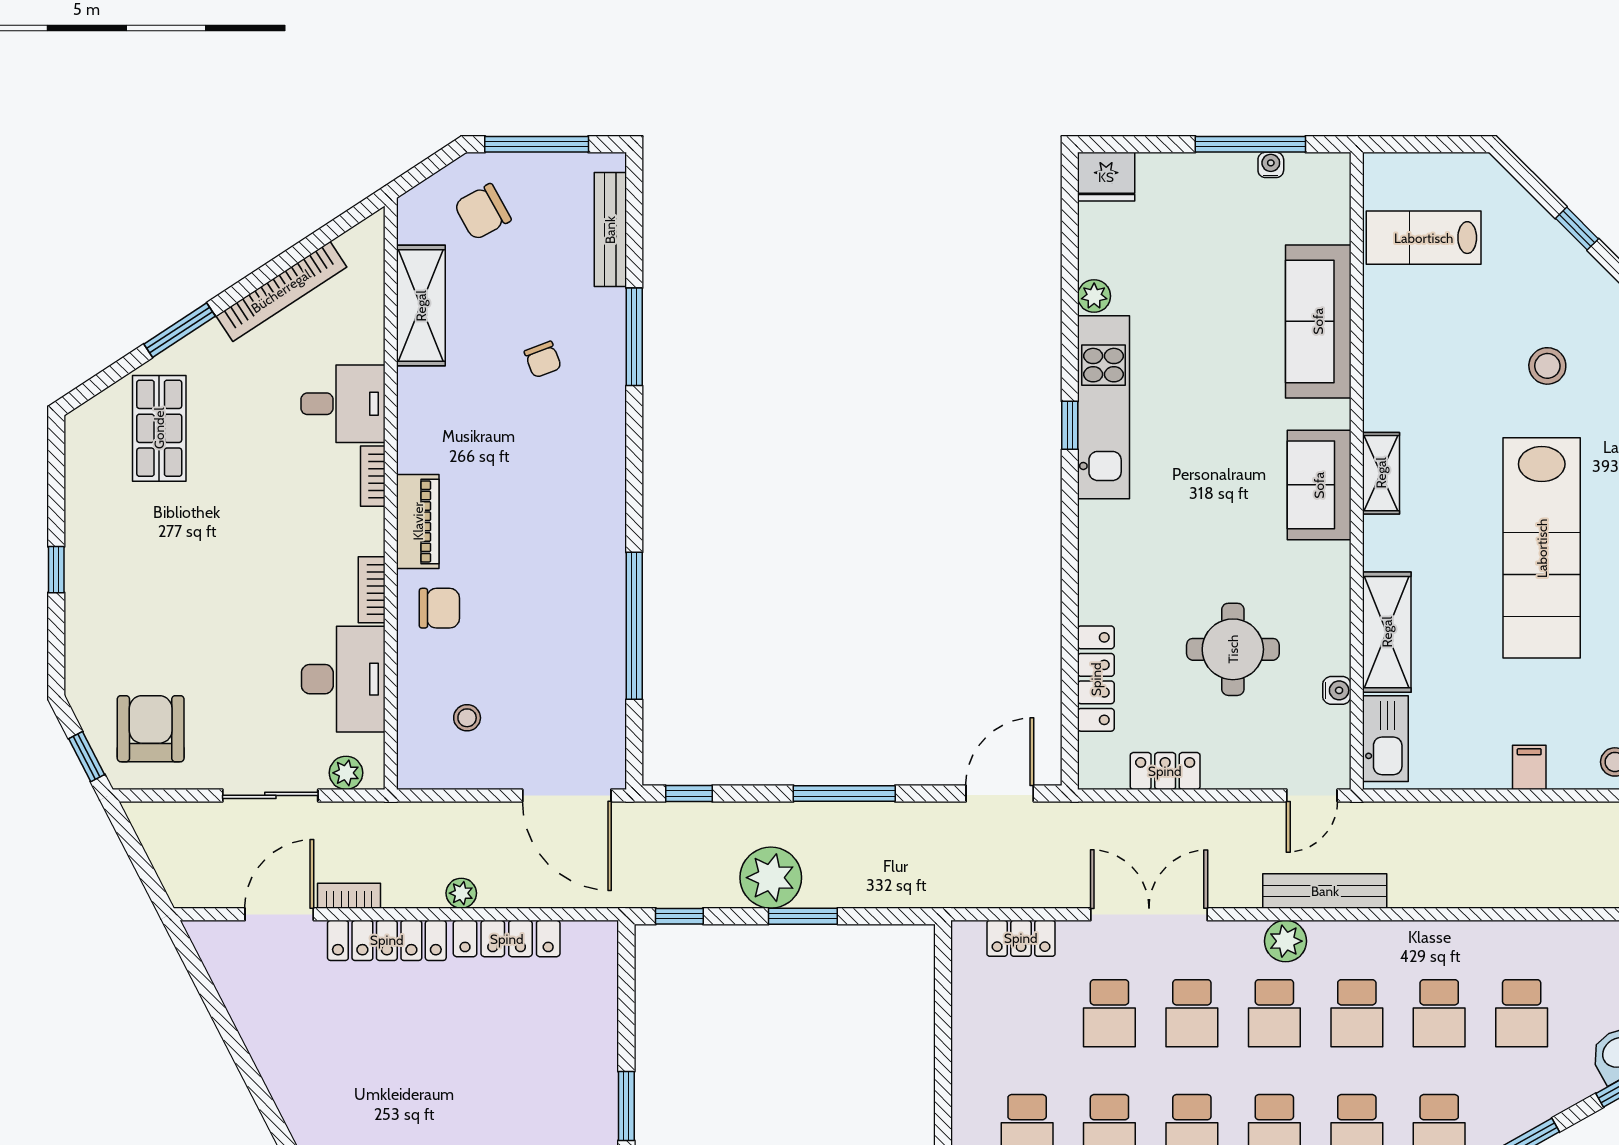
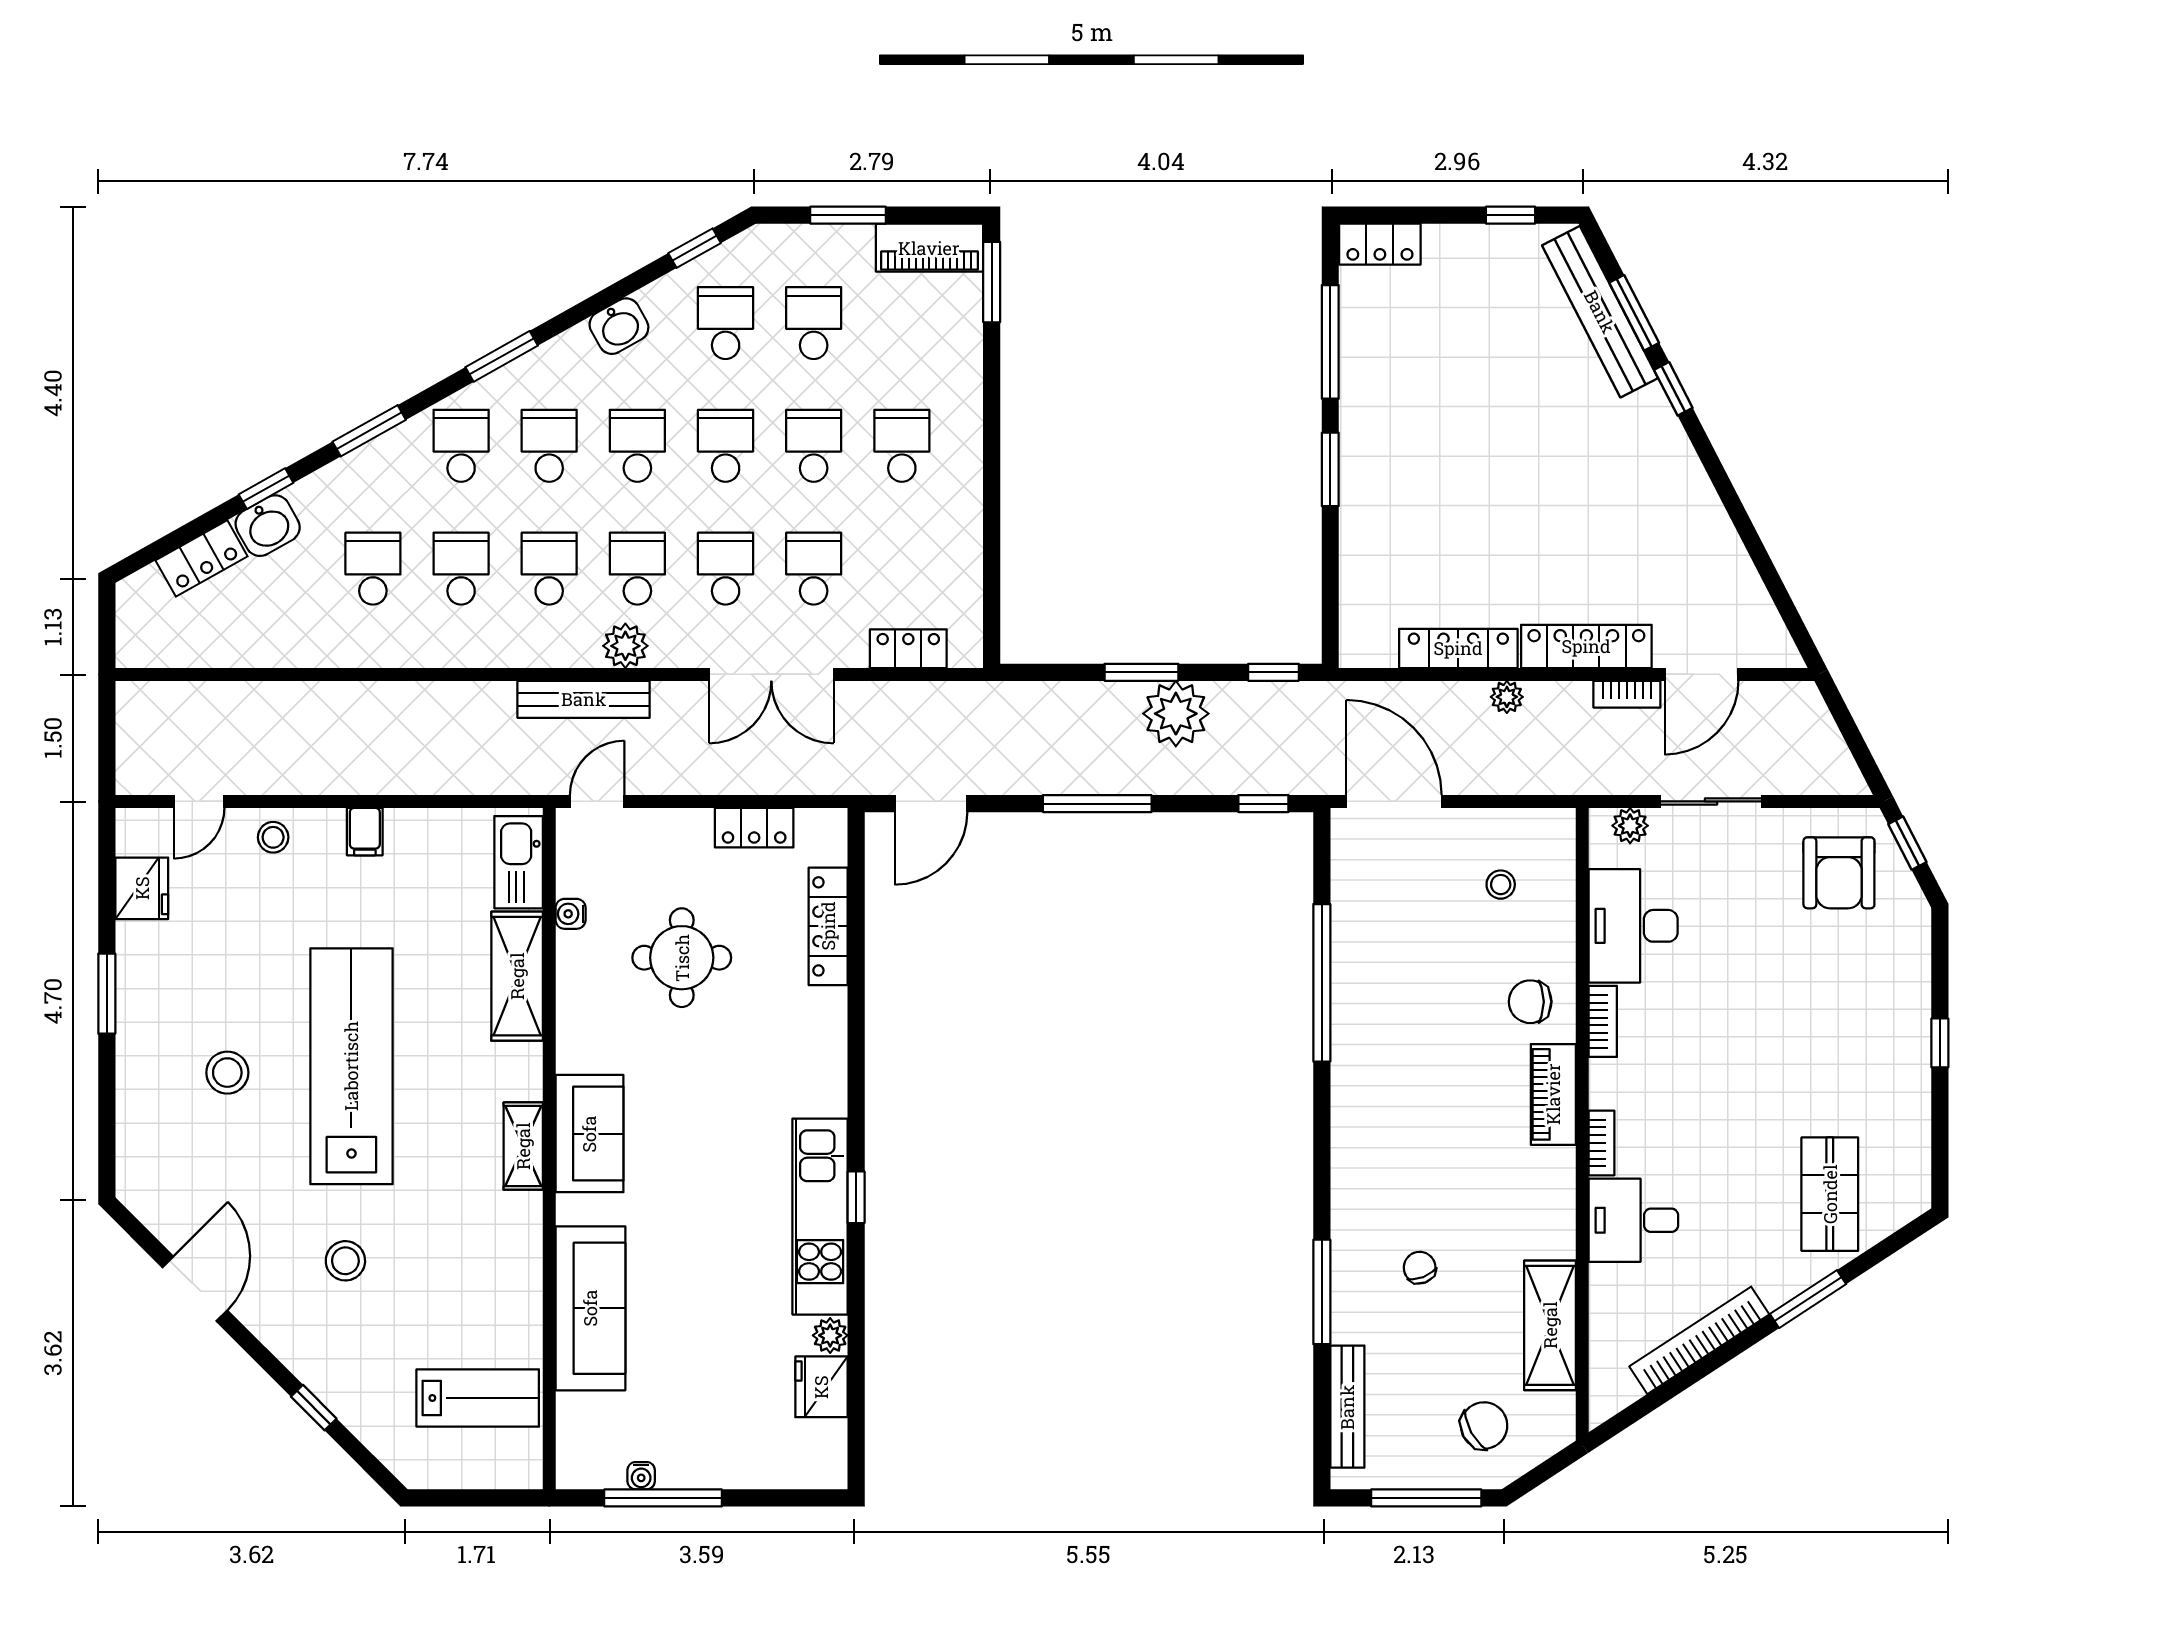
fridge: (1106, 177) -> (821, 1387), moved, turned -90

